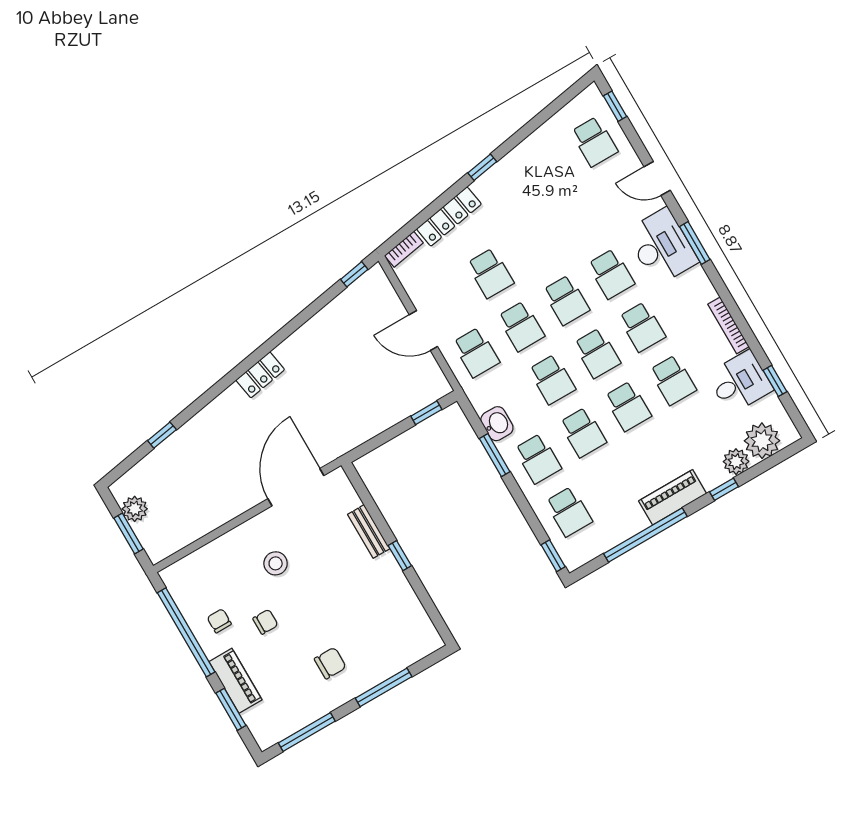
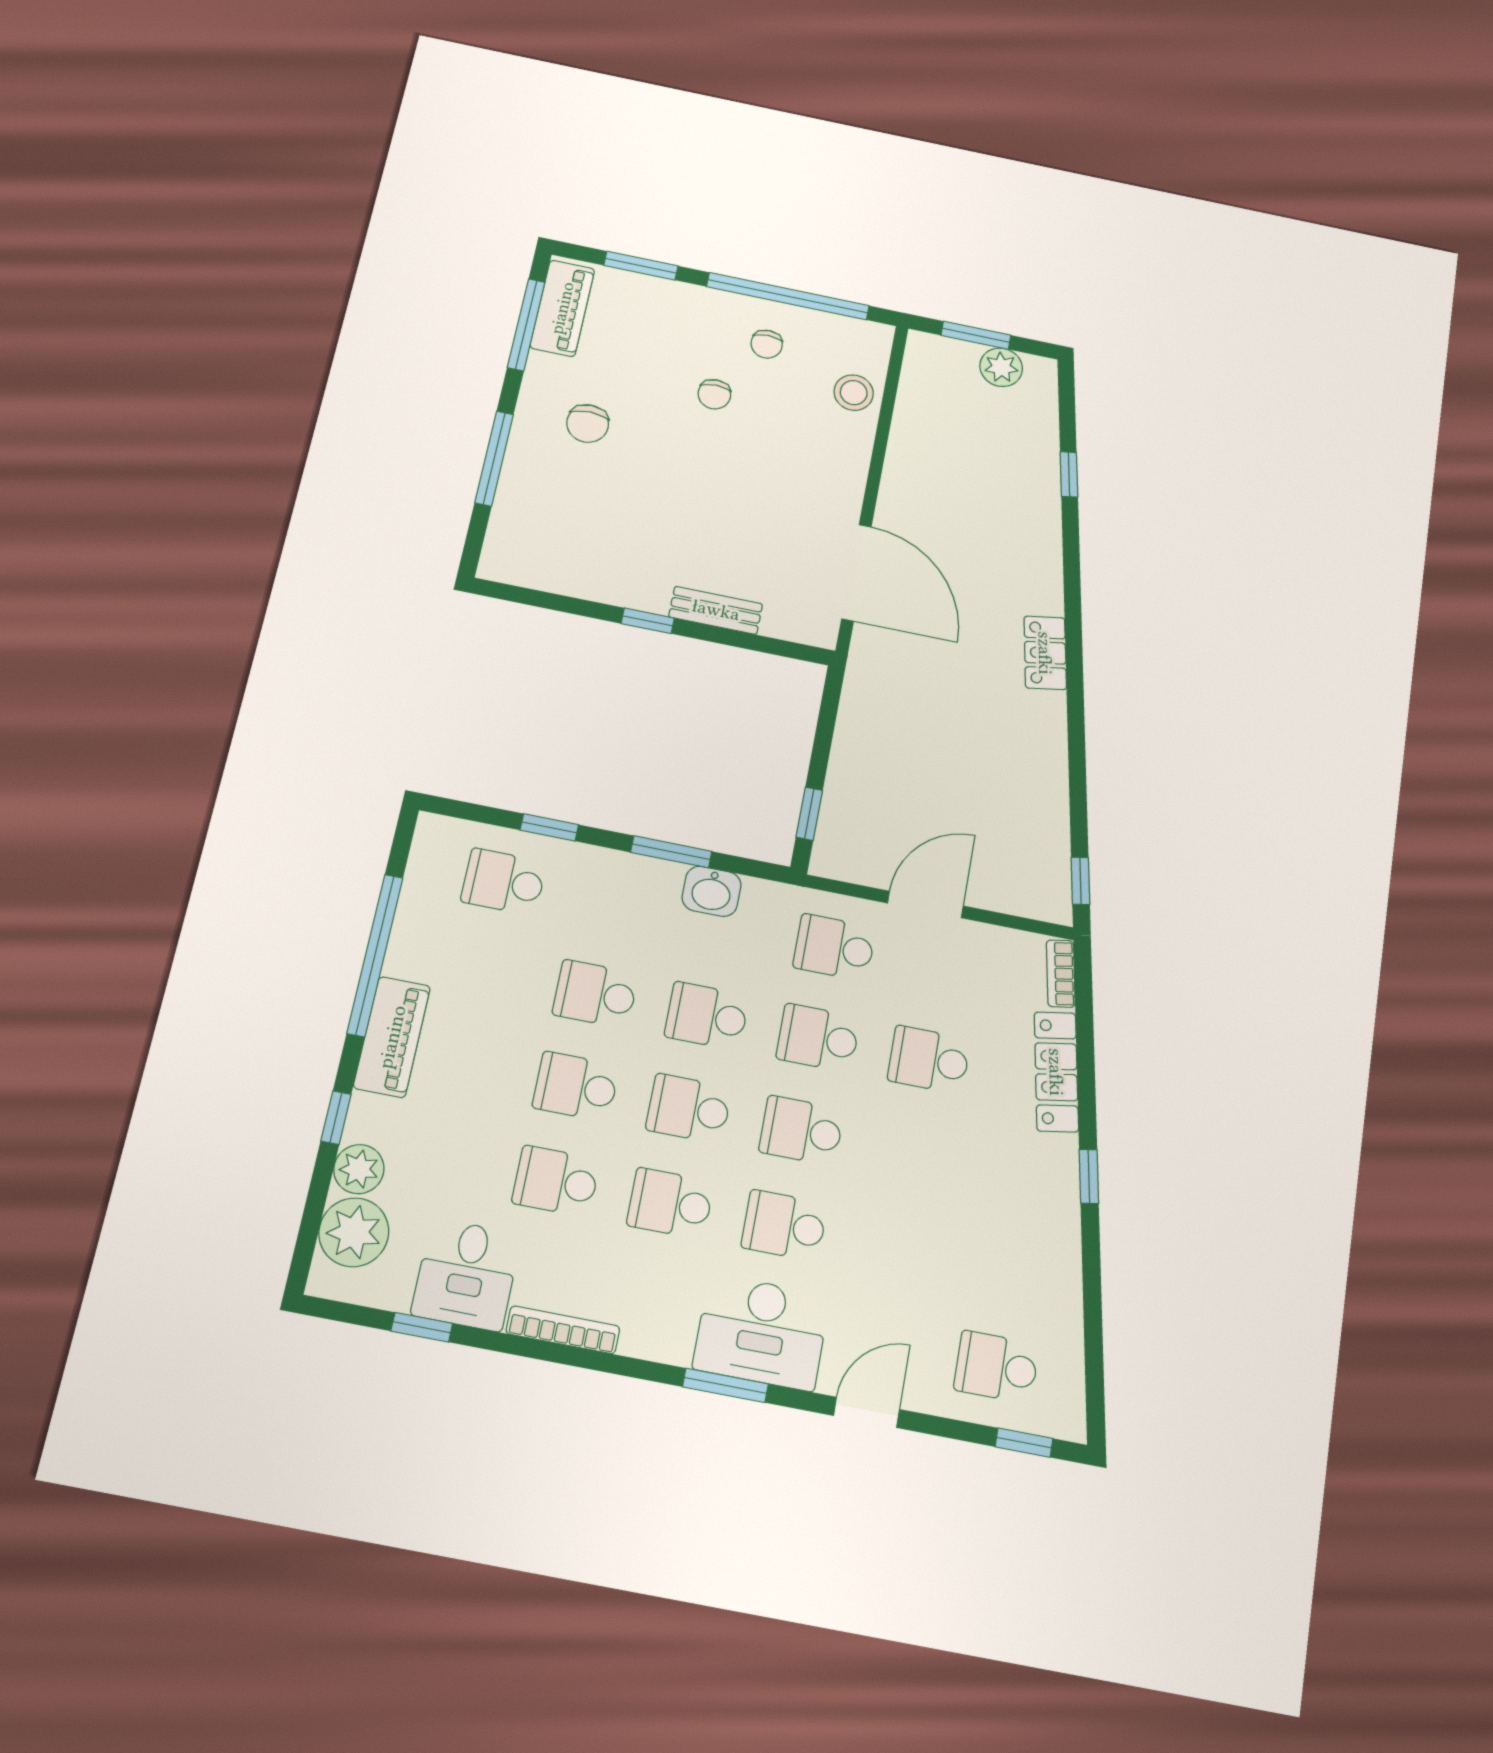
school desk: (538, 459) -> (614, 904), removed
window: (553, 556) -> (549, 827), moved
stool: (276, 563) -> (854, 393), moved
chair: (219, 621) -> (767, 344), turned 90
piano: (235, 681) -> (562, 308), moved, turned -90

